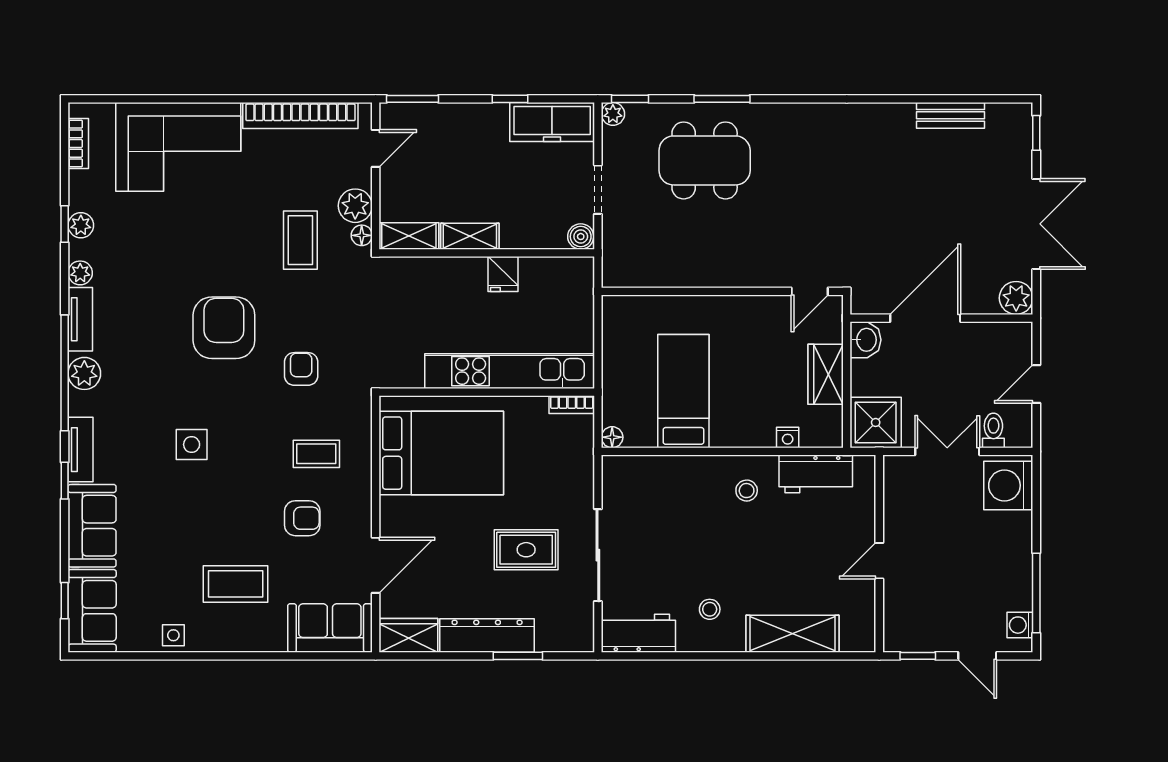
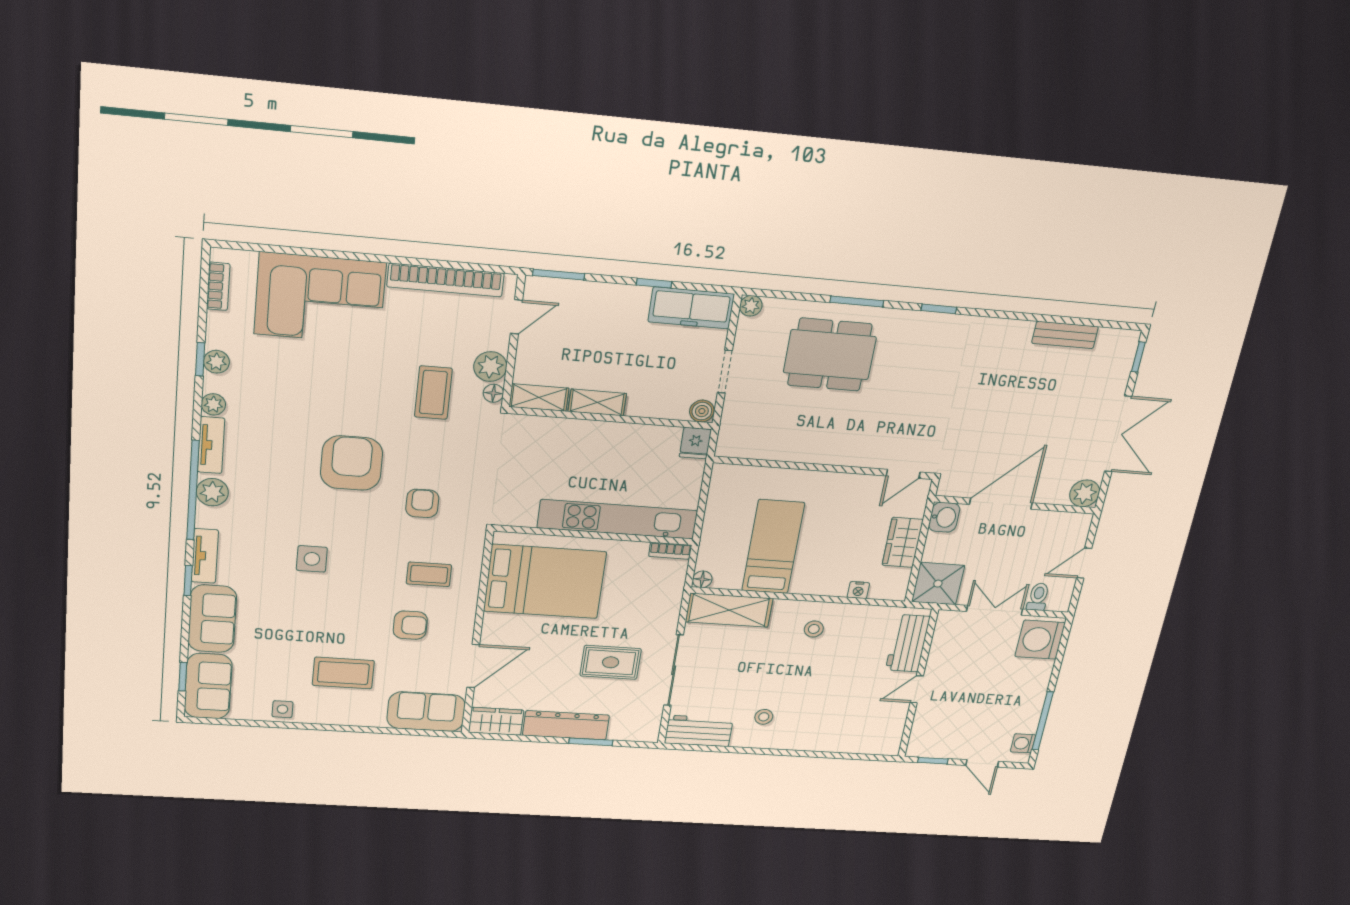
window: (630, 99) -> (939, 309), moved
fridge: (503, 274) -> (695, 443), moved
workbench: (816, 474) -> (908, 643), moved, turned 90
shelving: (793, 634) -> (729, 610), moved

